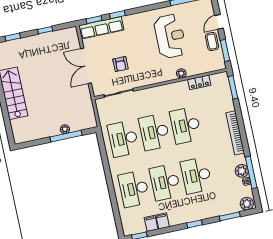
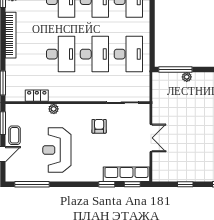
armchair: (120, 64) -> (99, 126), moved
double door: (86, 66) -> (151, 138), width x0.73
window: (66, 136) -> (175, 70), moved

